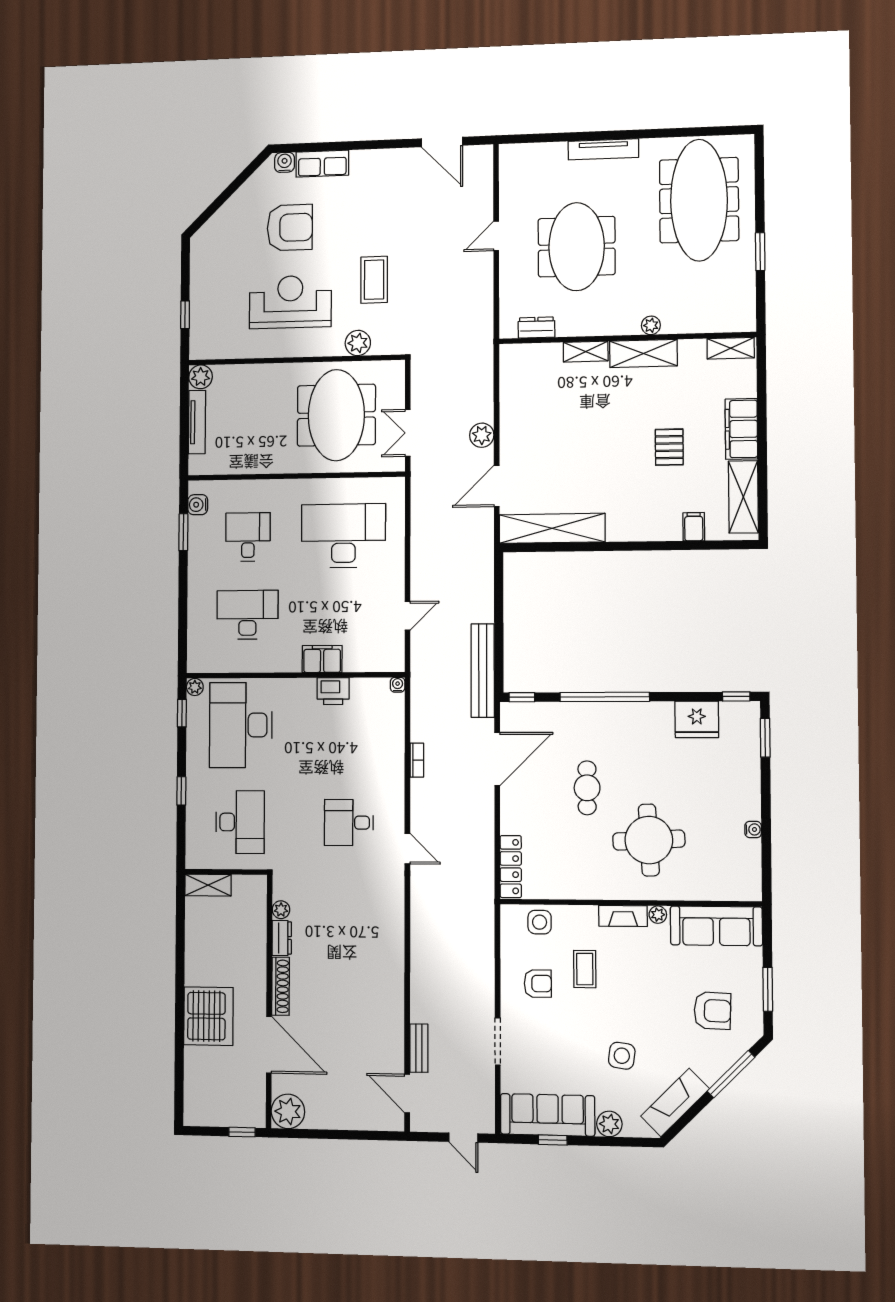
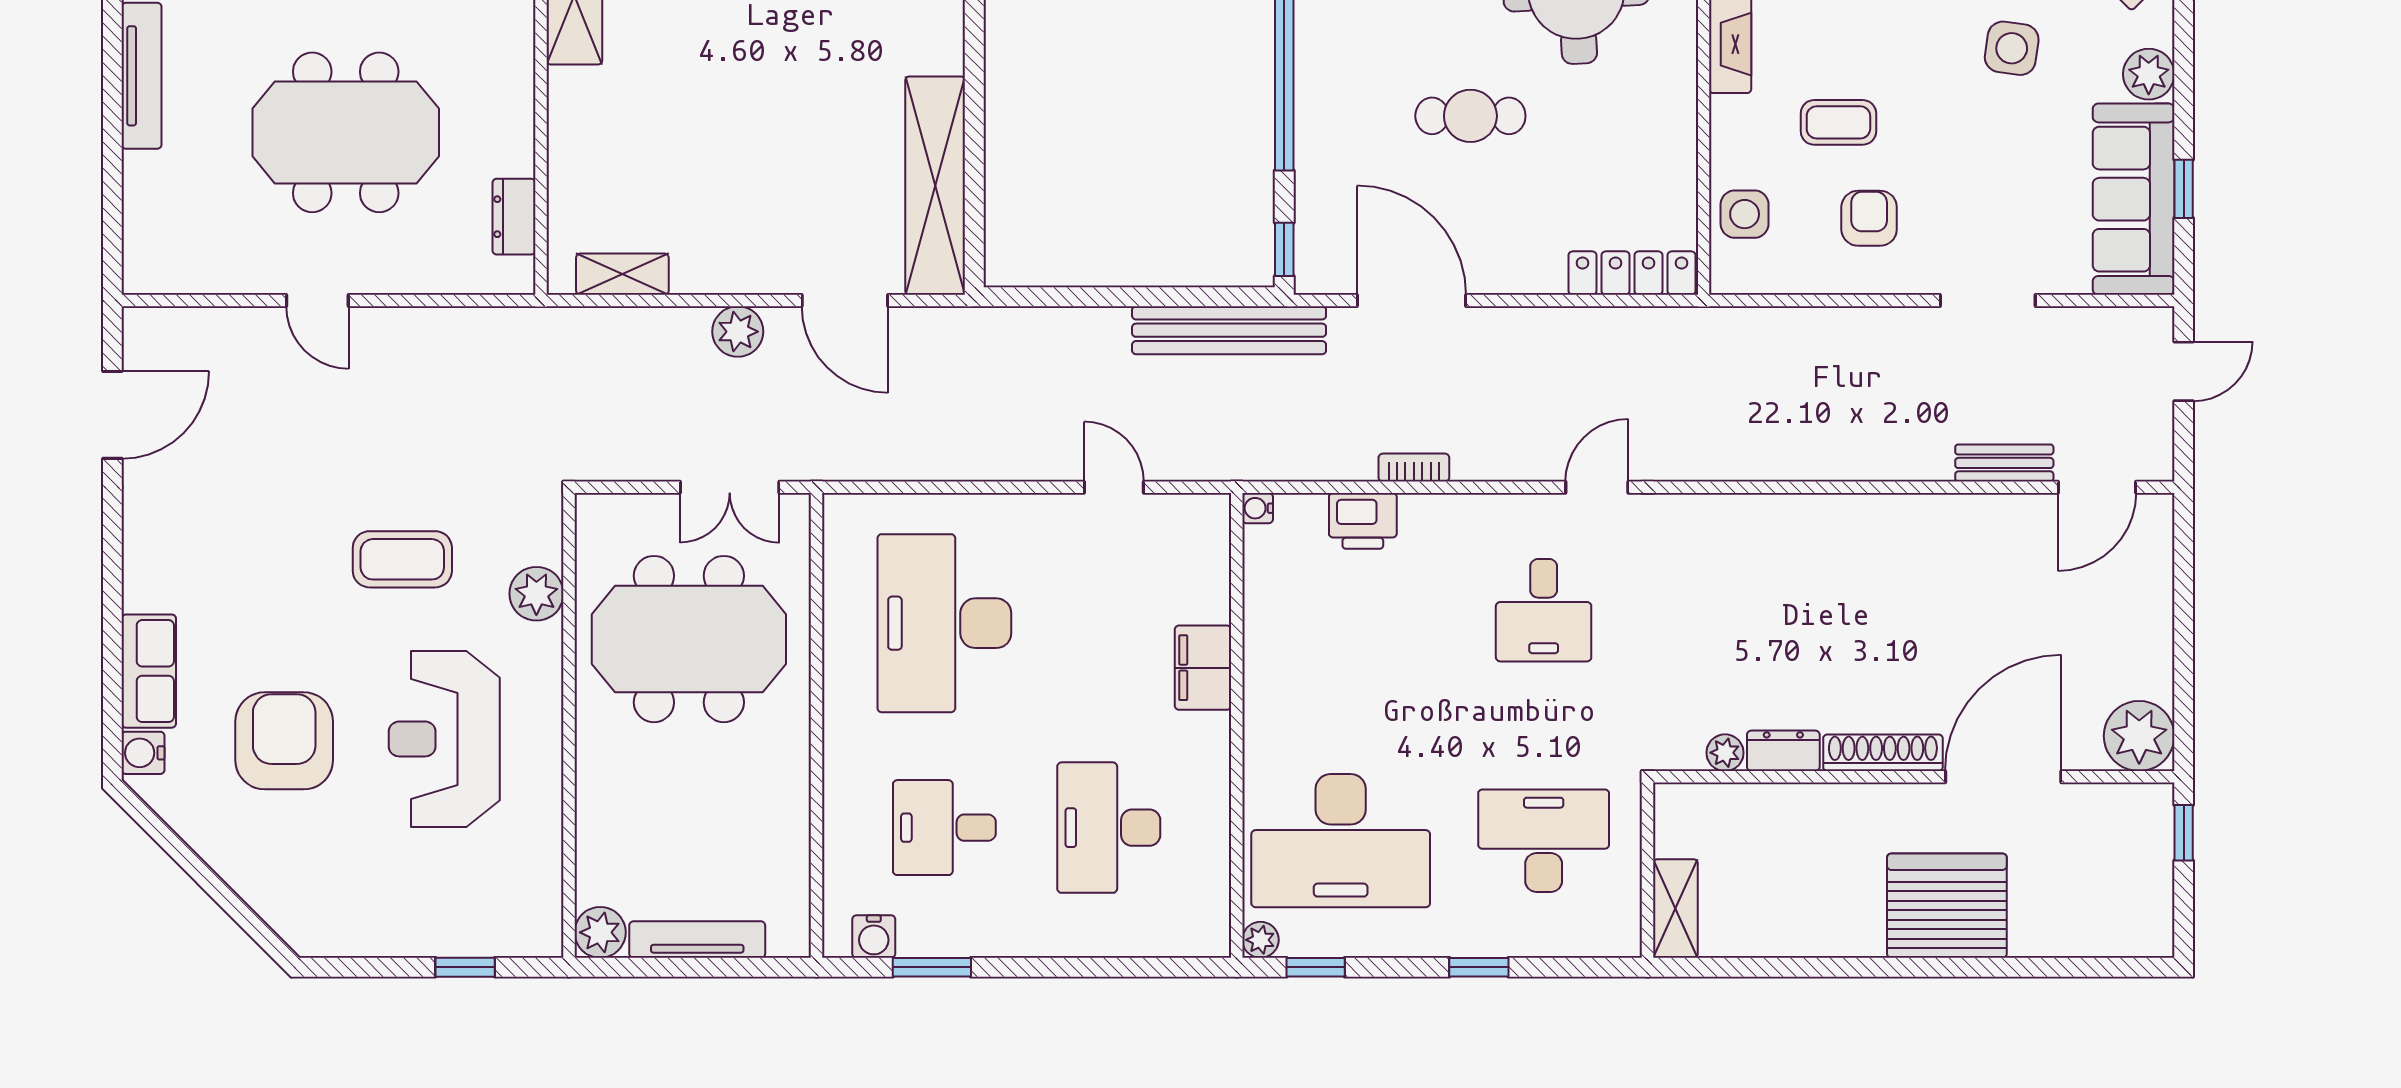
shelving: (586, 352) -> (622, 274), moved, turned 90
printer: (333, 691) -> (1363, 521), moved, turned 90

